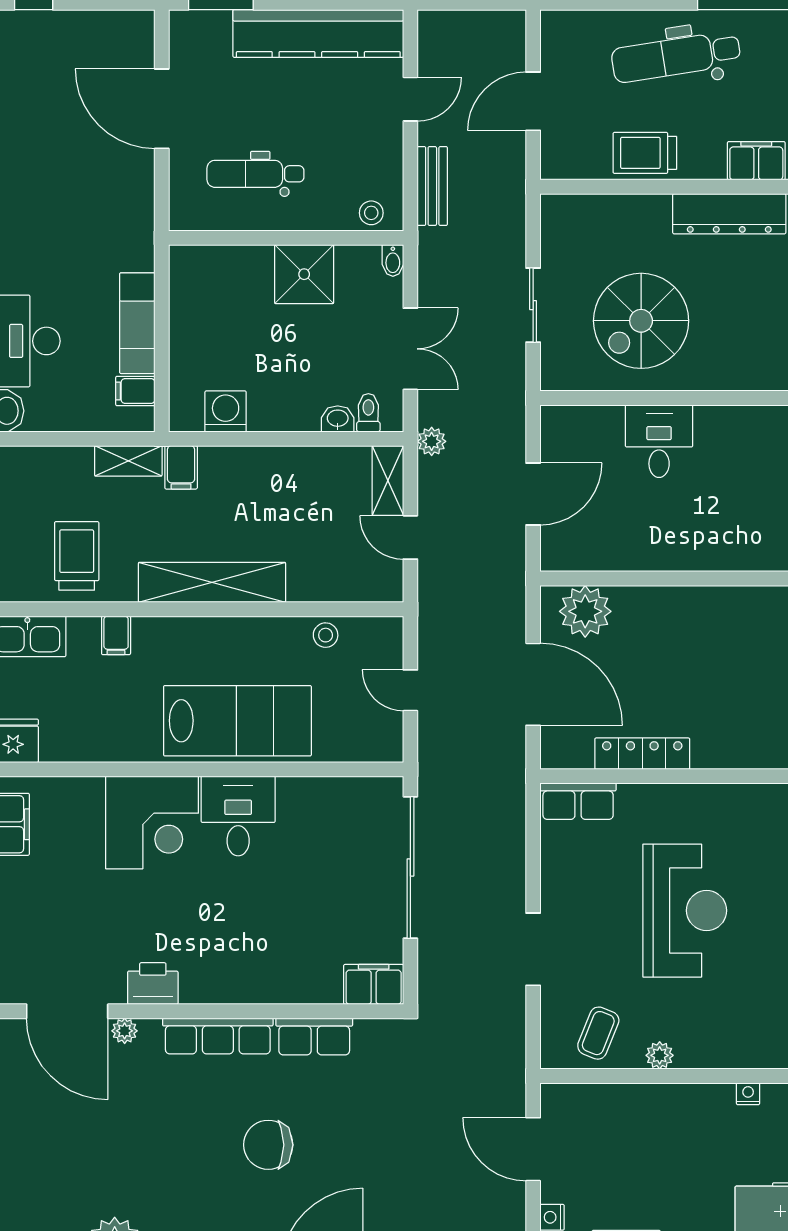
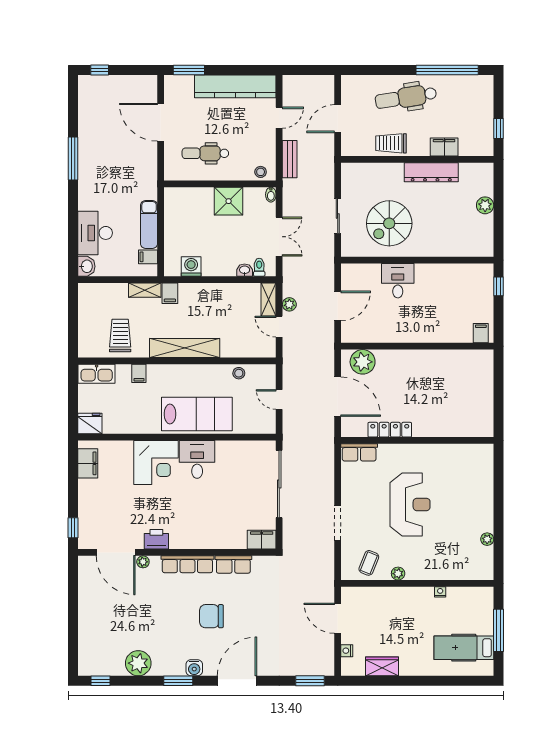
plant: (432, 441) -> (289, 304), moved

